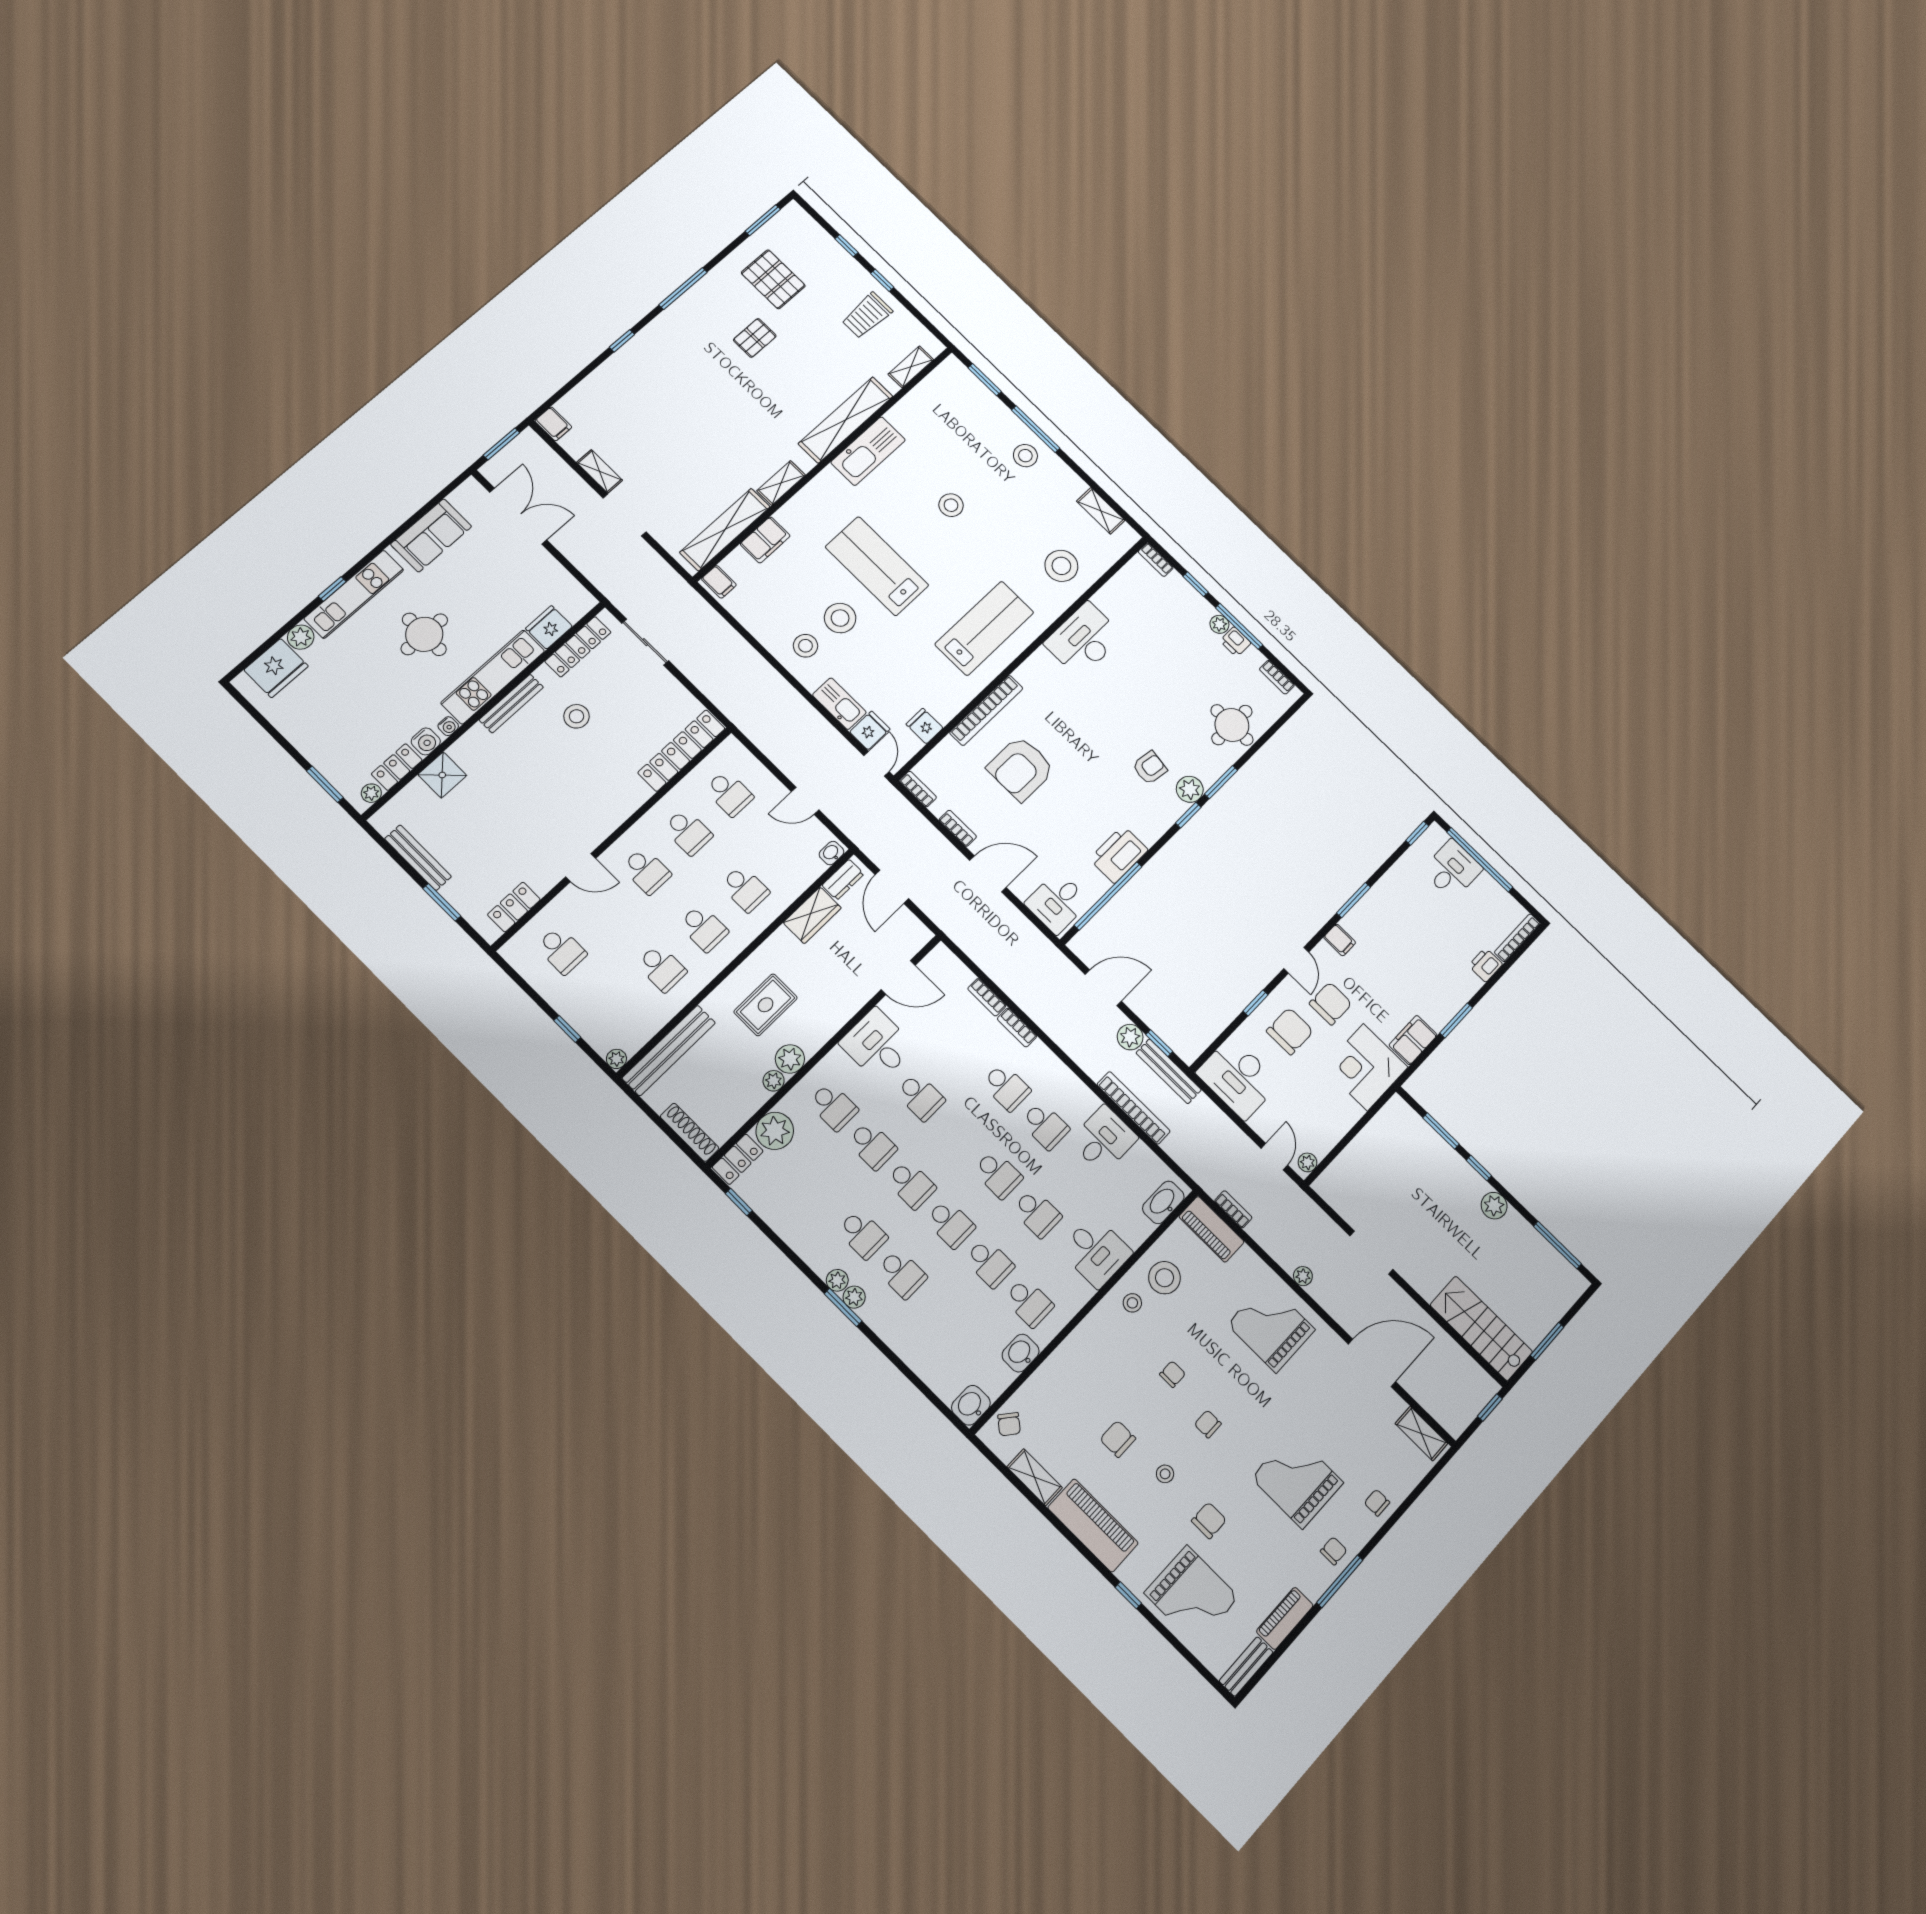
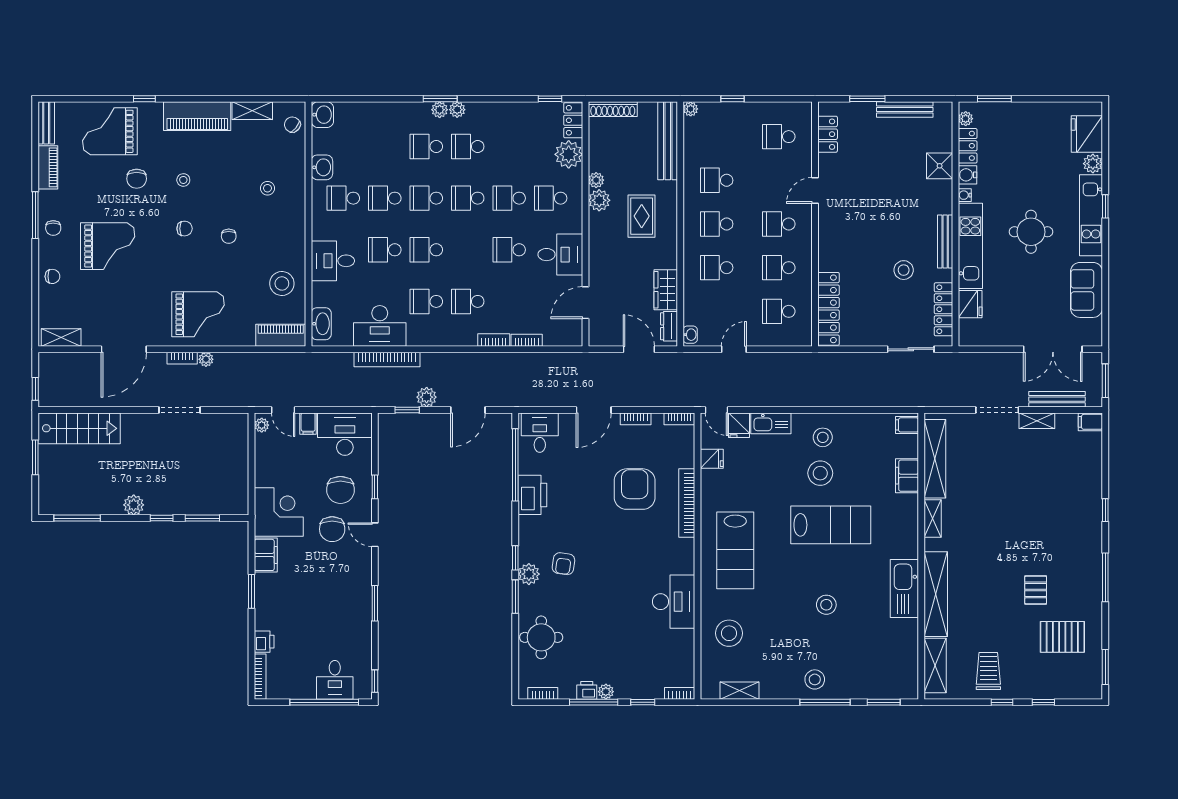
shelving: (911, 367) -> (935, 665), width x1.50, depth x1.33
filing cabinet: (1340, 940) -> (308, 424), moved, turned -90
bench: (1169, 1071) -> (1057, 399), moved
desk: (1104, 1139) -> (380, 326), width x1.37
bookcase: (1233, 1209) -> (182, 358), moved
stool: (1132, 1303) -> (267, 188), moved
chair: (1118, 1439) -> (226, 173), removed

